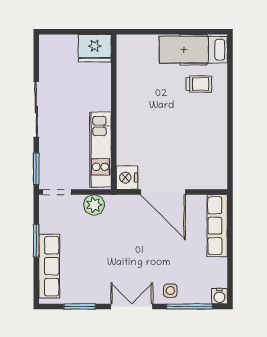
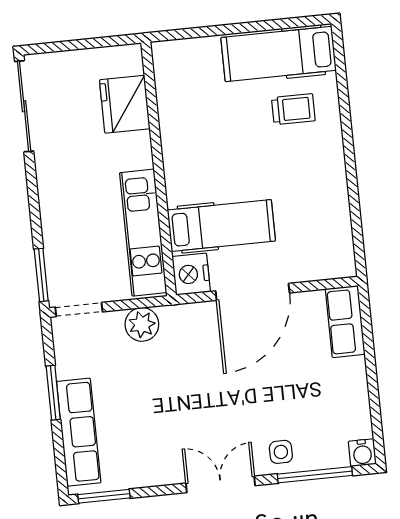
fridge: (95, 48) -> (125, 104), moved, turned 90
sliding door: (36, 109) -> (24, 106), moved
hospital bed: (148, 150) -> (221, 225), added
door: (163, 192) -> (253, 292), hinge flipped
row of seats: (217, 226) -> (345, 322), width x0.68
window: (80, 306) -> (104, 496), moved

